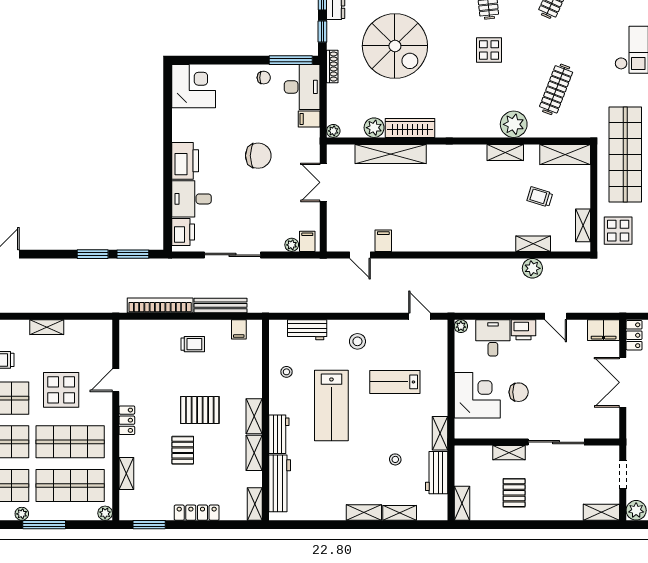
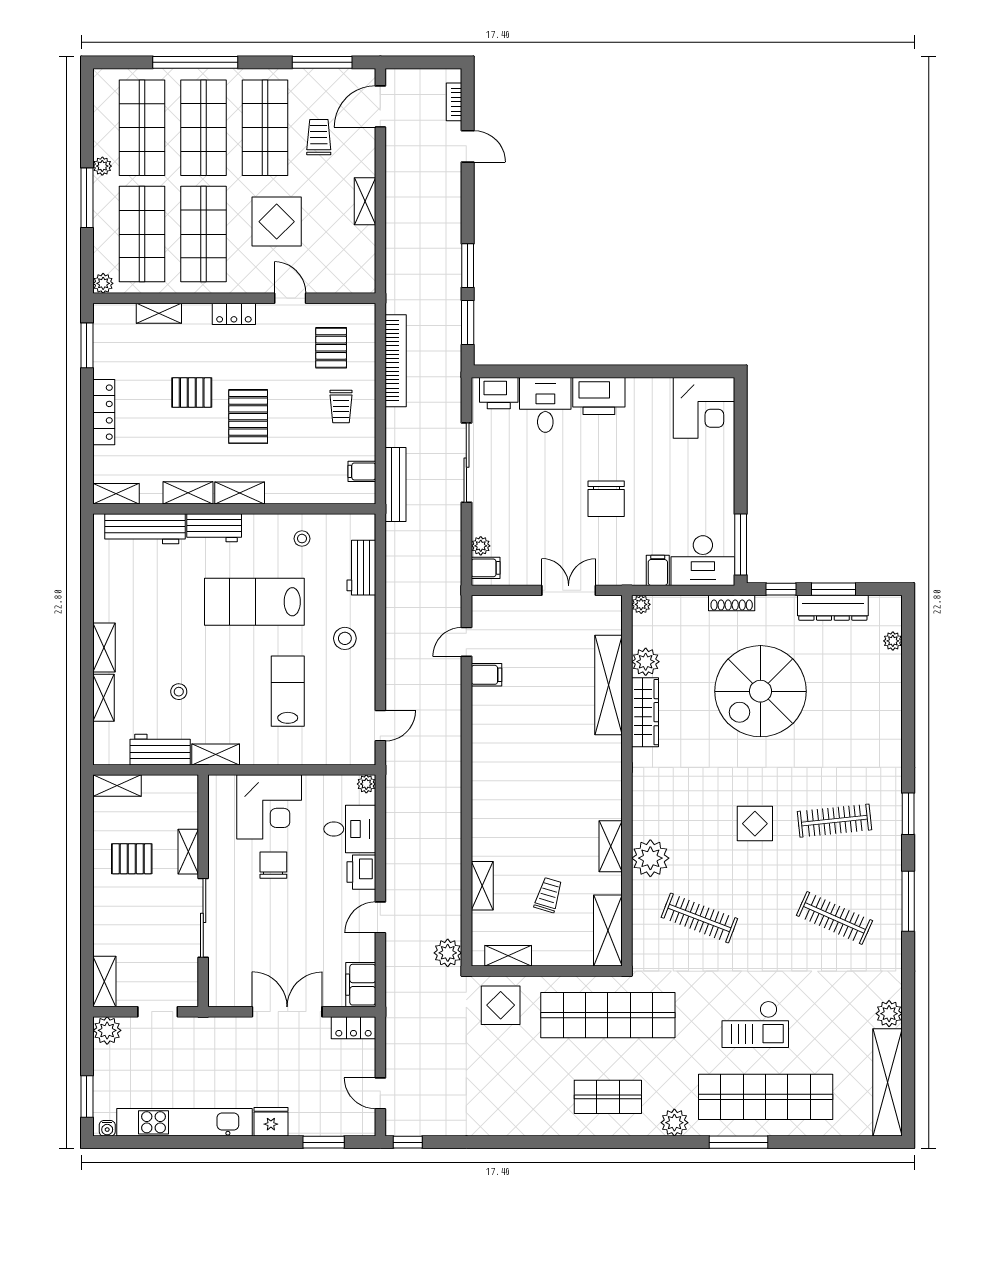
chair: (264, 78) -> (716, 506), removed
plant: (532, 268) -> (448, 953), moved
bench: (221, 305) -> (395, 484), moved
pallet: (151, 351) -> (331, 348), added
chair: (519, 392) -> (273, 865), turned 180

